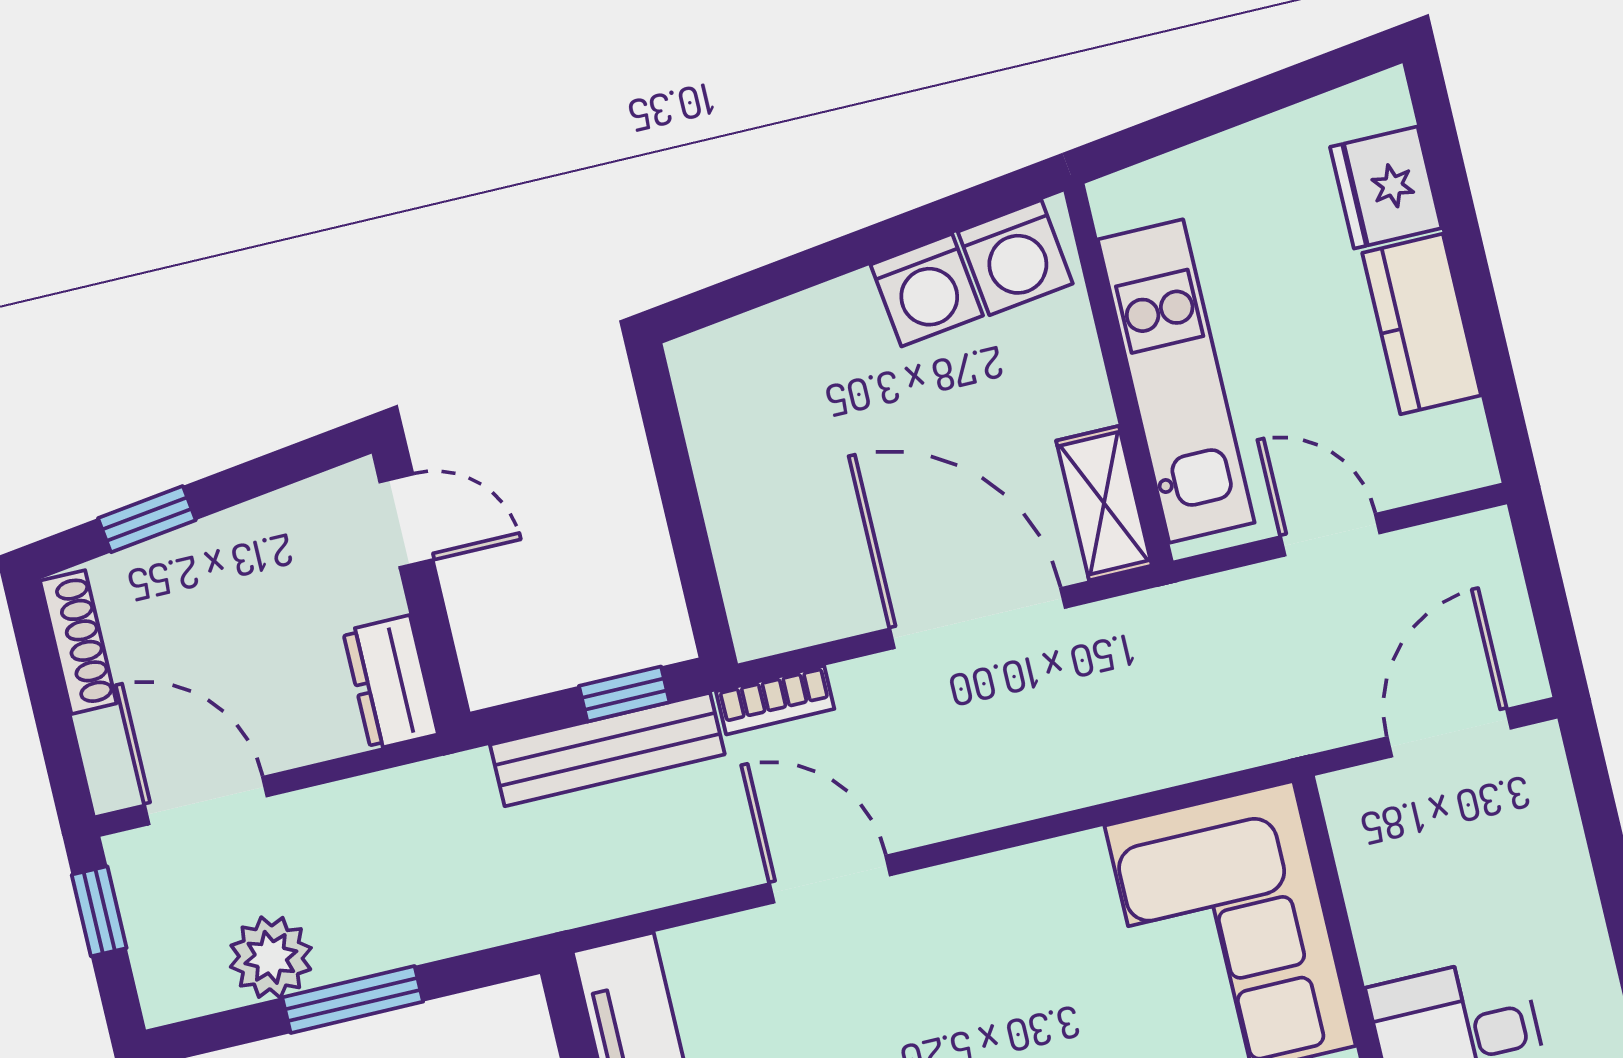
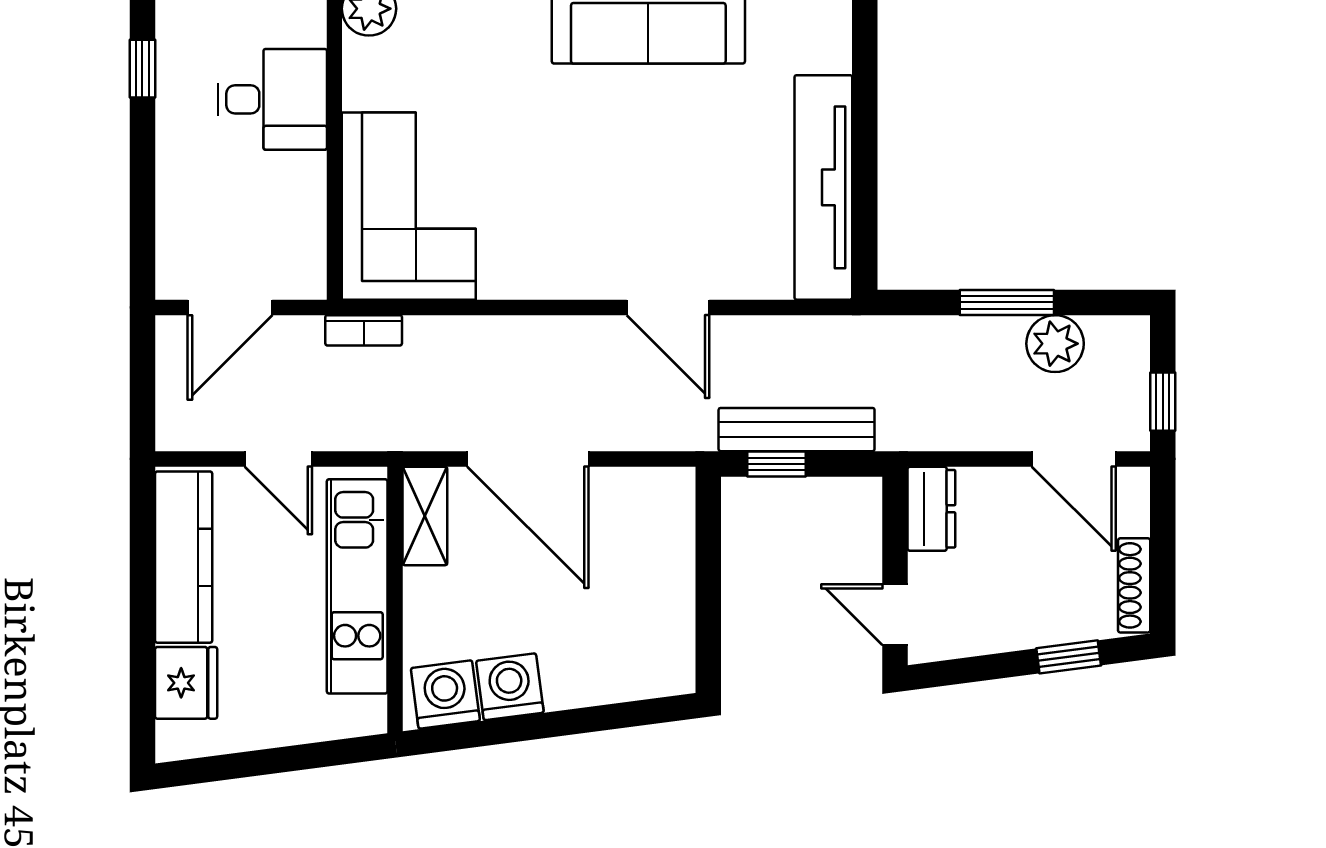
kitchen counter: (1422, 324) -> (184, 557), width x1.50
bookcase: (775, 700) -> (364, 330), moved, turned 180

